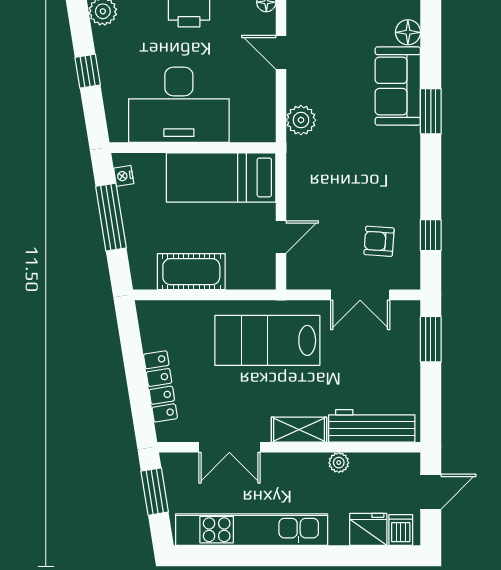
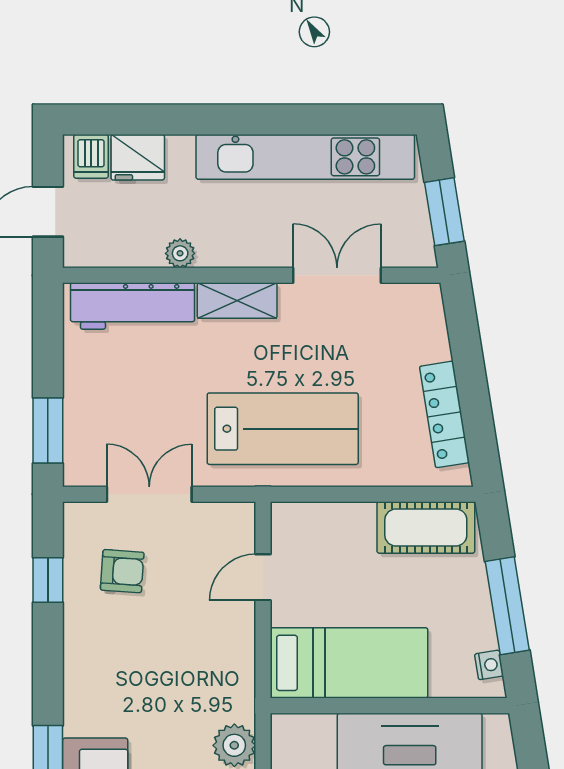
cot: (191, 272) -> (426, 528), moved
locker: (160, 386) -> (444, 414), moved

